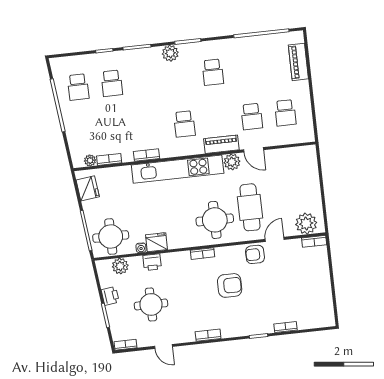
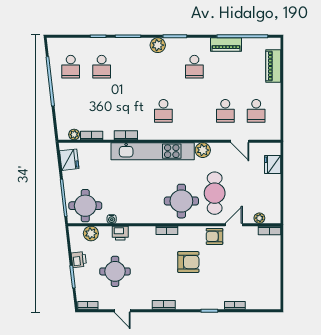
piano: (221, 144) -> (226, 45), moved, turned 180
door: (254, 150) -> (240, 141), moved
plant: (306, 224) -> (259, 218), width x0.53, depth x0.53
fridge: (157, 242) -> (273, 164), moved, turned -90

